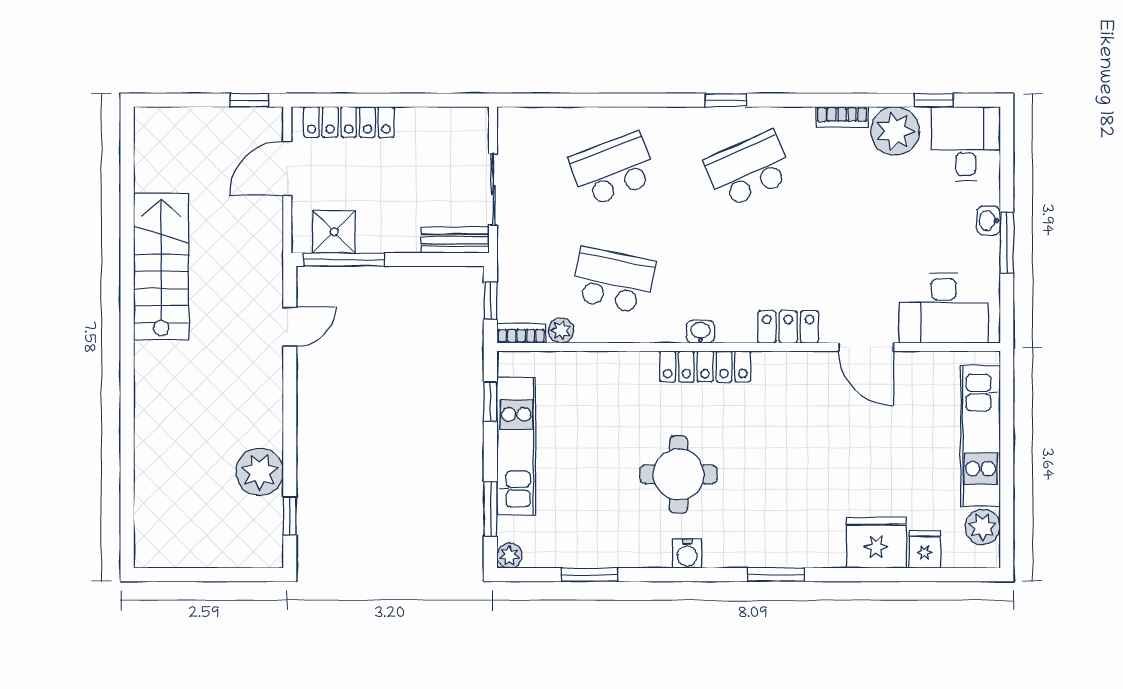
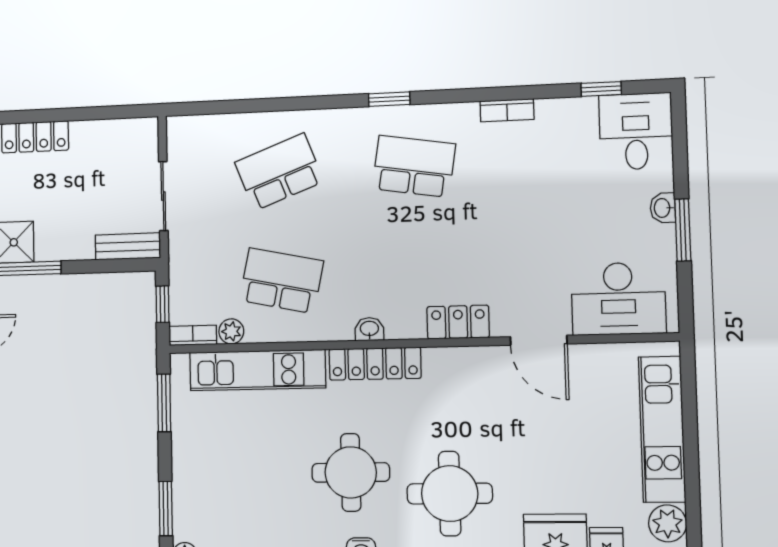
plant: (895, 131) -> (562, 122), removed
school desk: (749, 169) -> (414, 166), turned 33
window: (490, 402) -> (164, 403), width x1.50
kitchen unit: (516, 446) -> (257, 370), moved, turned 90
round table: (775, 496) -> (450, 494), added

